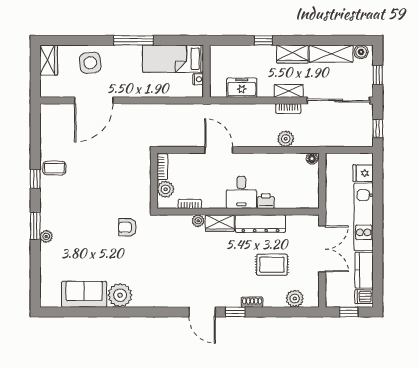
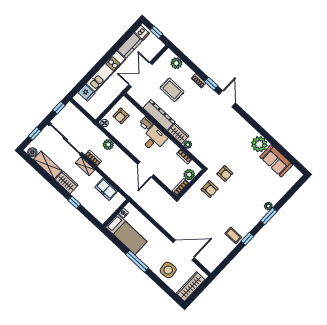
wardrobe: (49, 60) -> (190, 287), width x1.50
armchair: (301, 183) -> (121, 116), added
armchair: (128, 194) -> (210, 189), added

